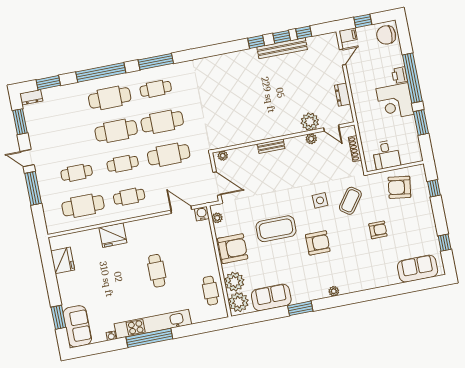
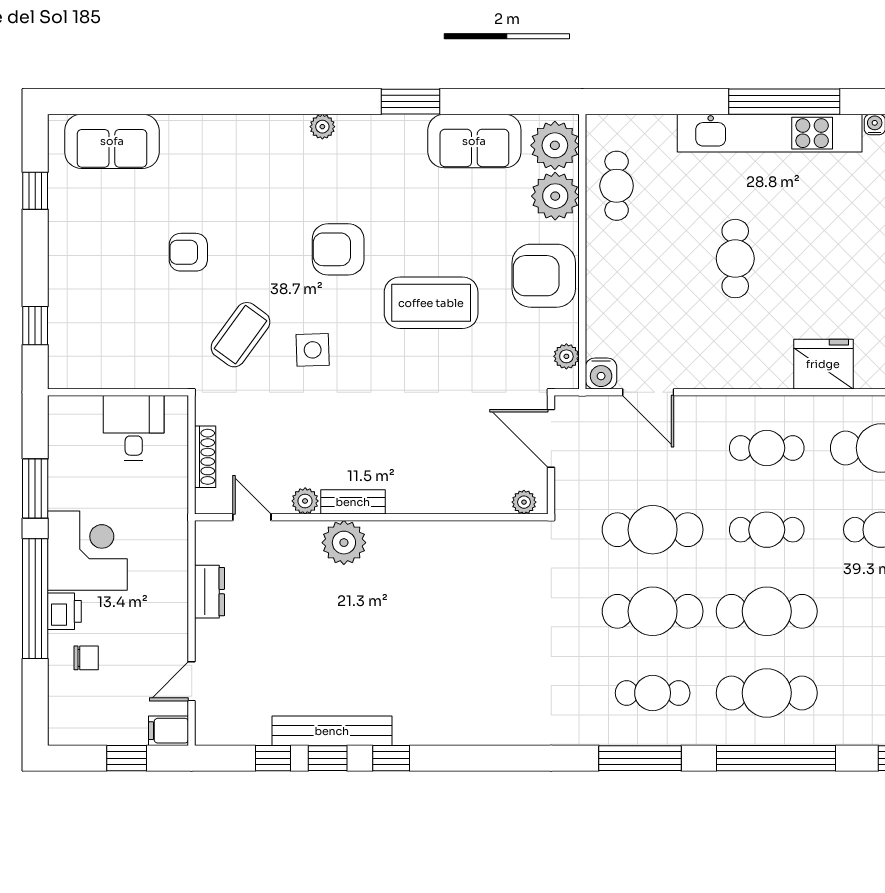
chair: (386, 35) -> (86, 658), moved, width x0.54, depth x0.54
plant: (310, 122) -> (344, 543), moved
bench: (271, 146) -> (353, 502), moved
armchair: (399, 187) -> (117, 344), removed

